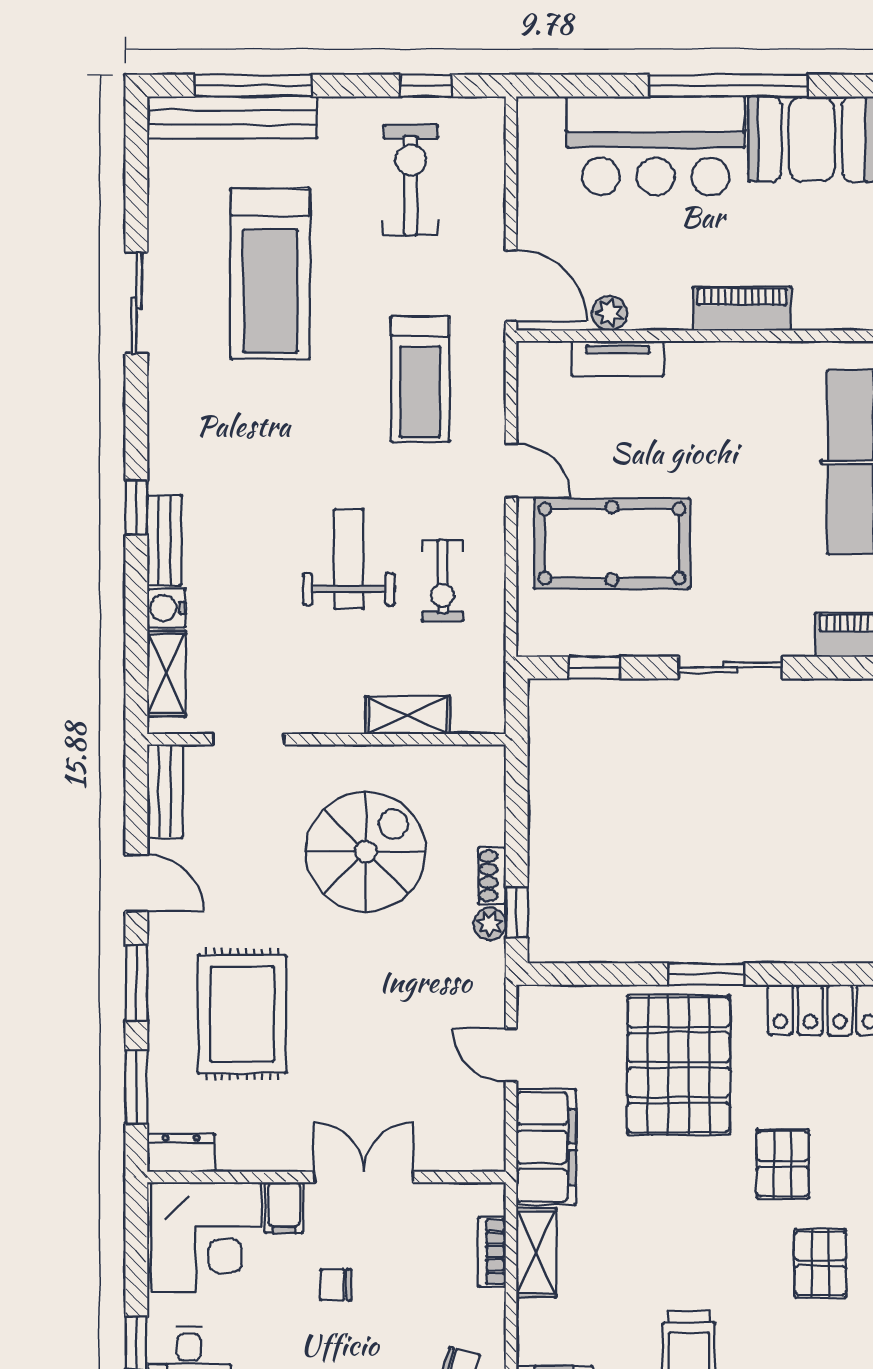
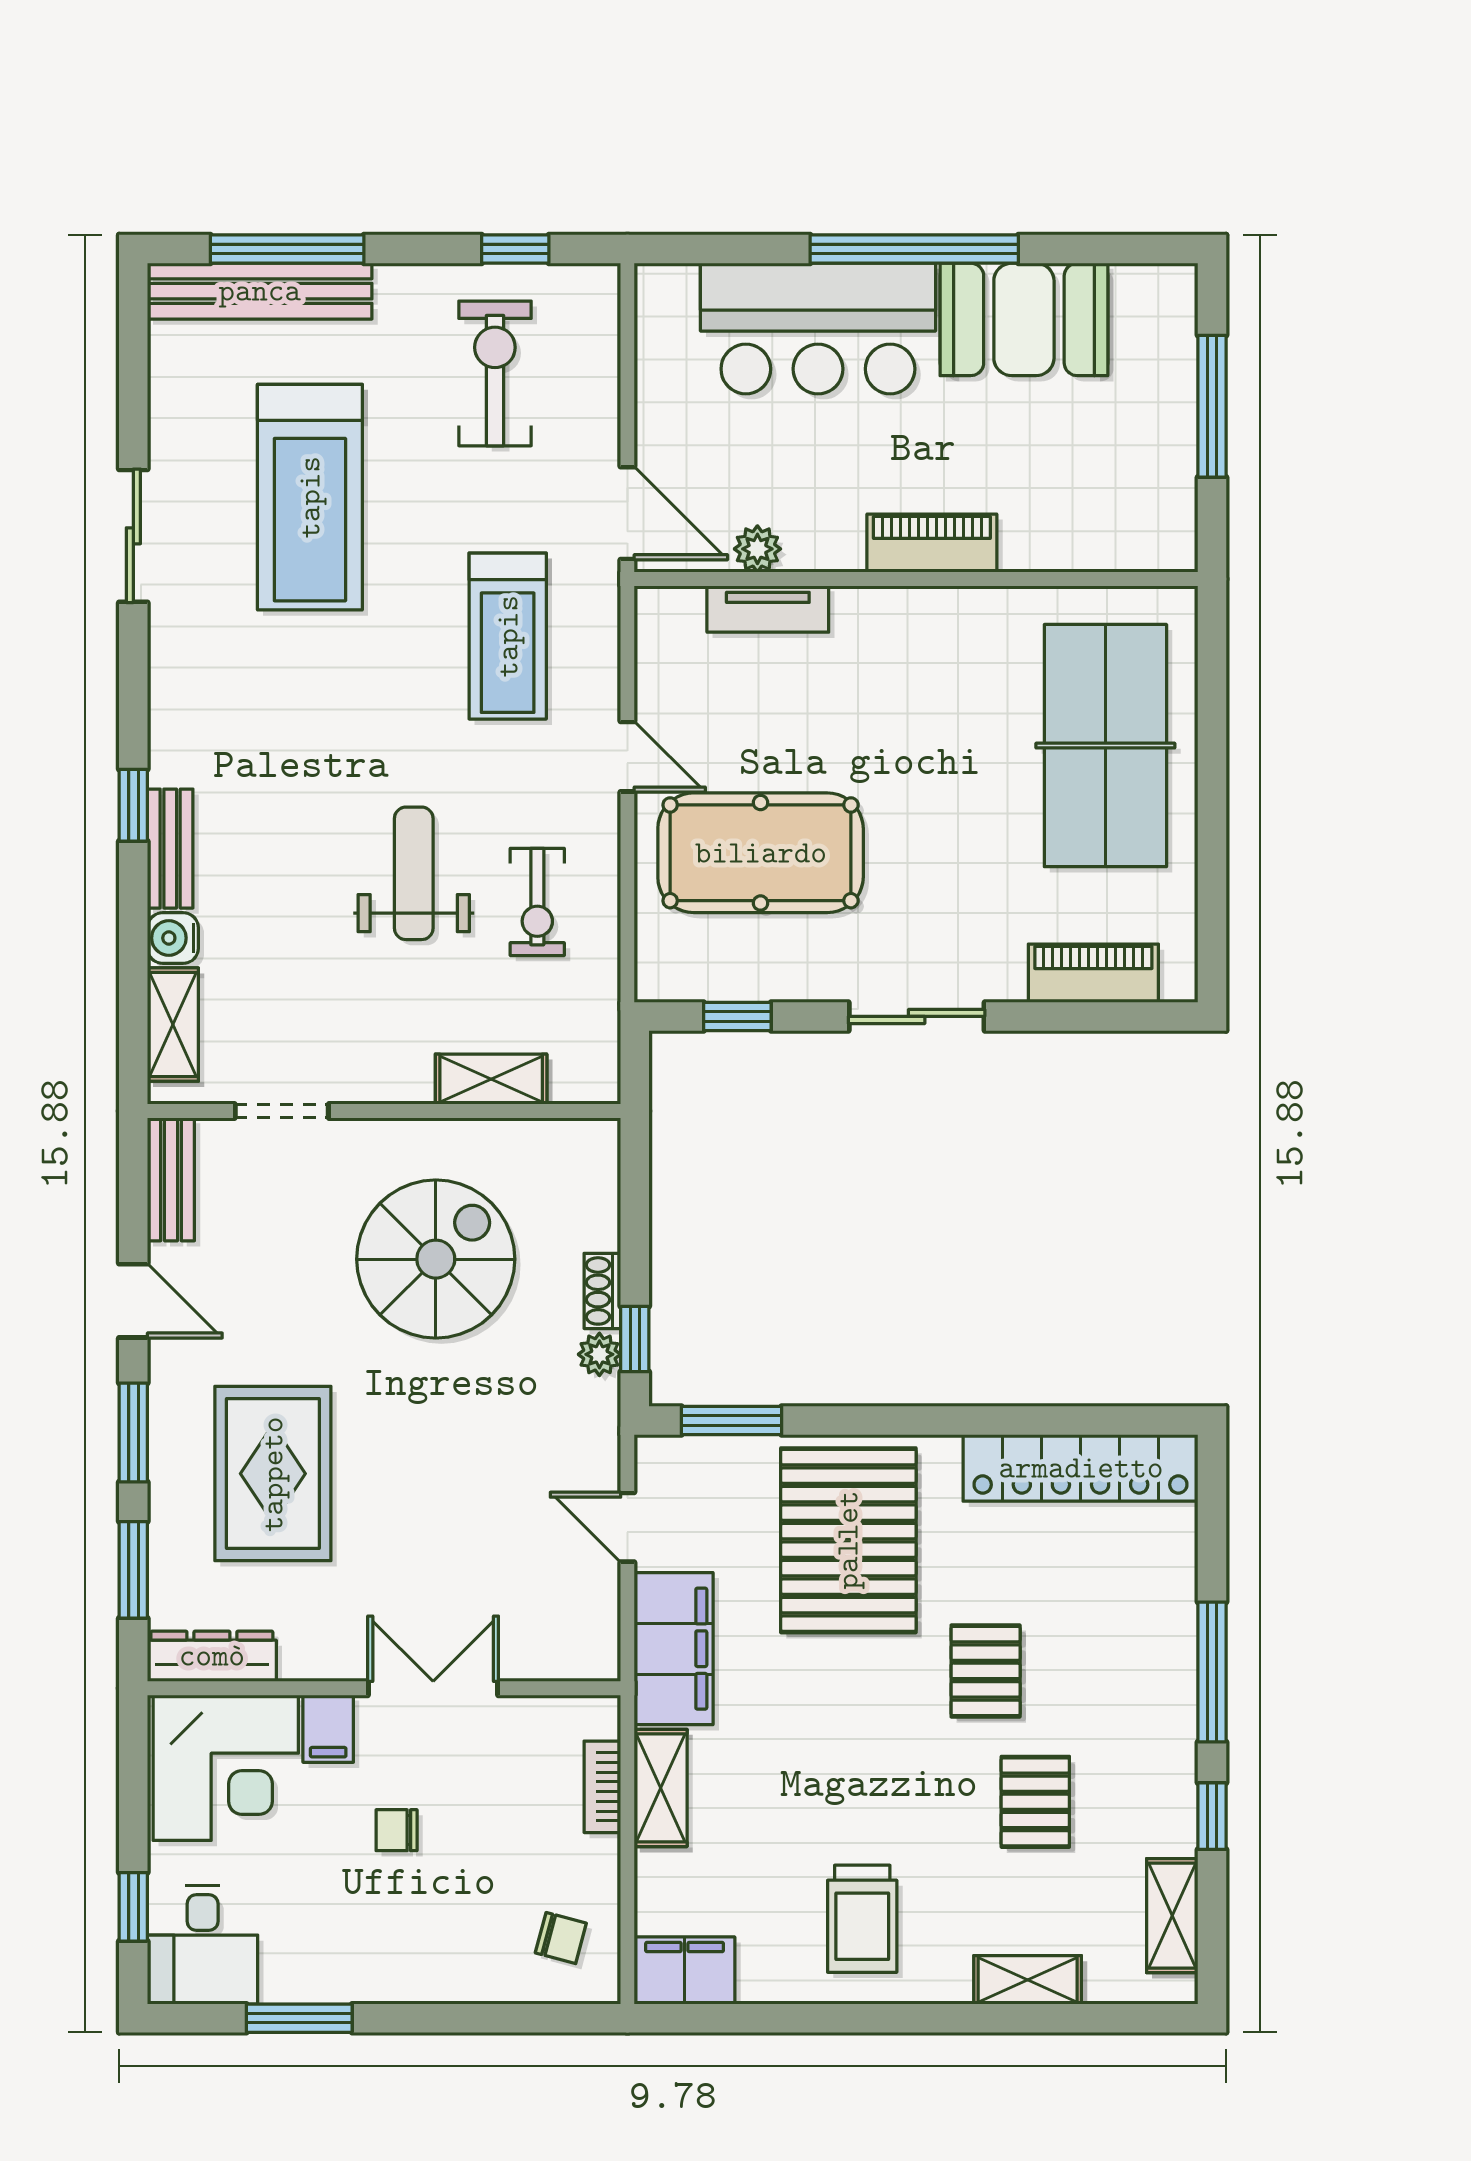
window: (706, 974) -> (732, 1421), moved
dresser: (181, 1153) -> (212, 1656), width x1.44

